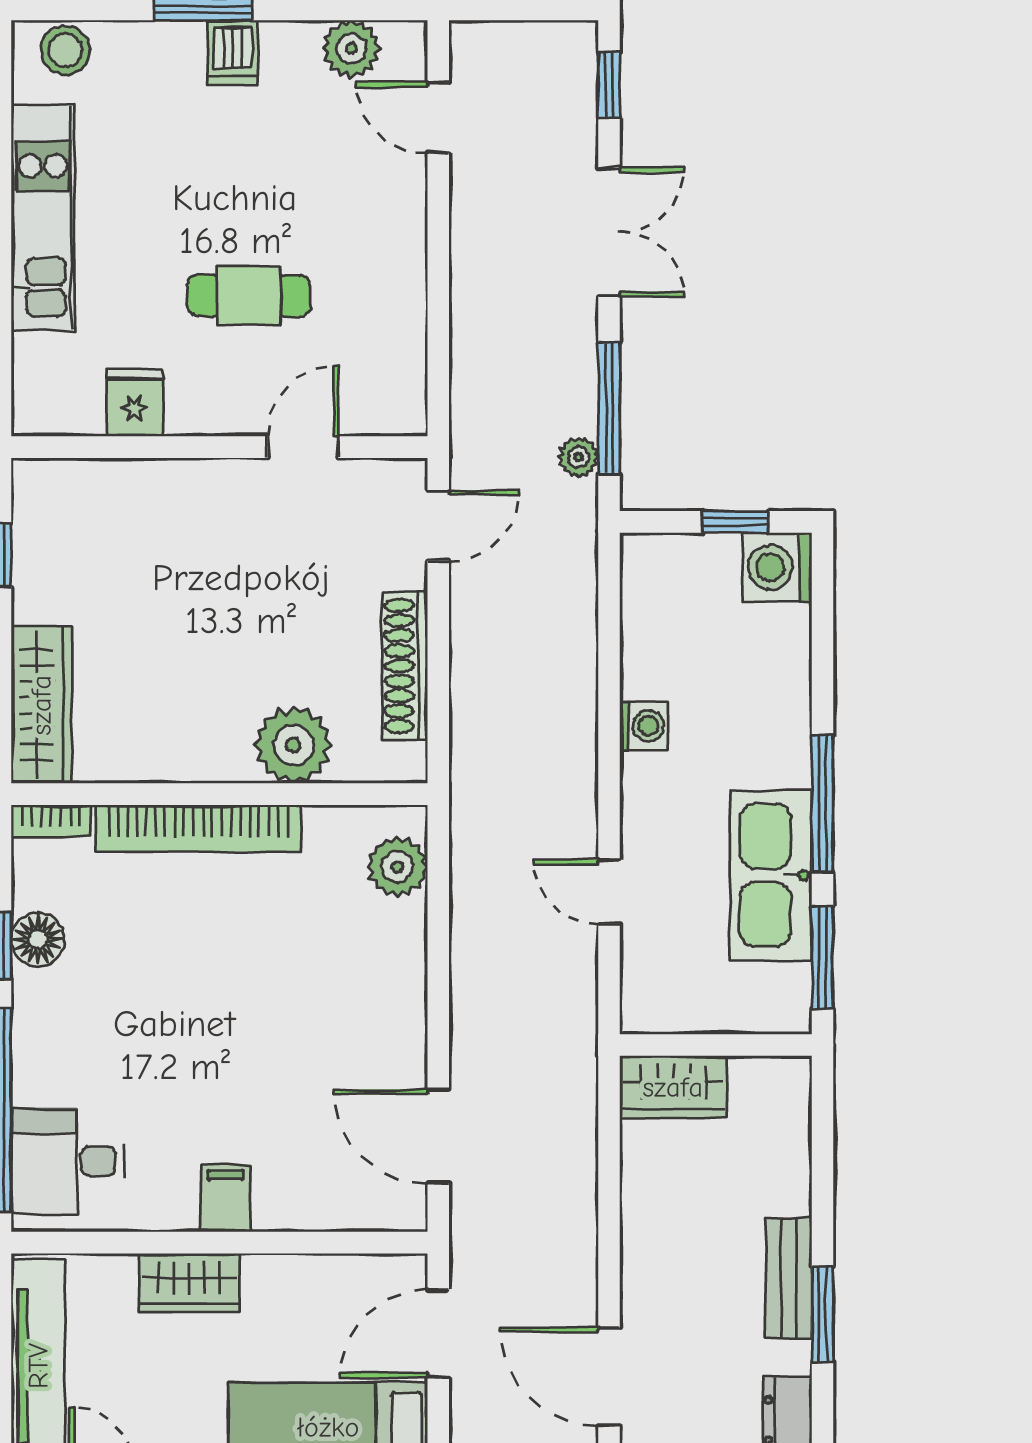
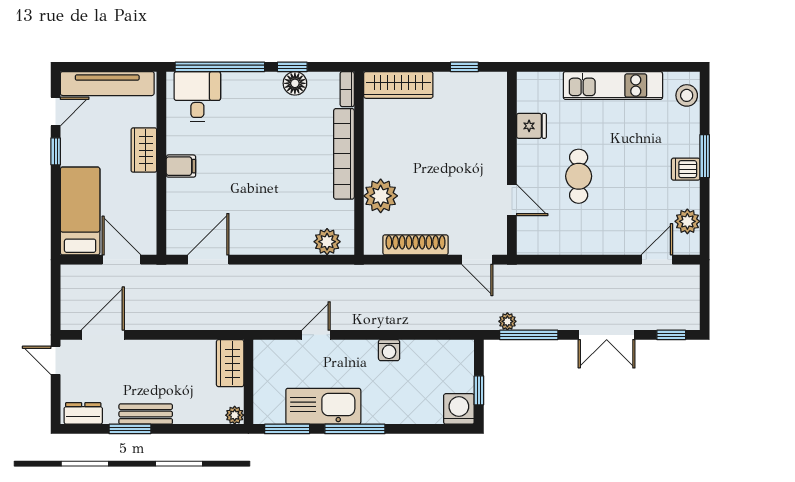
plant: (791, 1076) -> (235, 415), added

